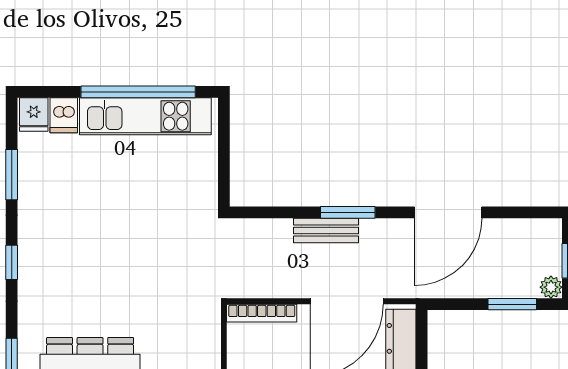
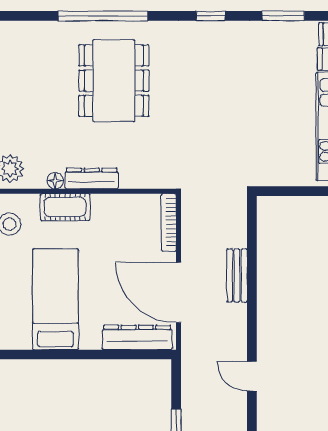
window: (348, 212) -> (252, 293), removed
door: (448, 212) -> (252, 376), width x0.53

